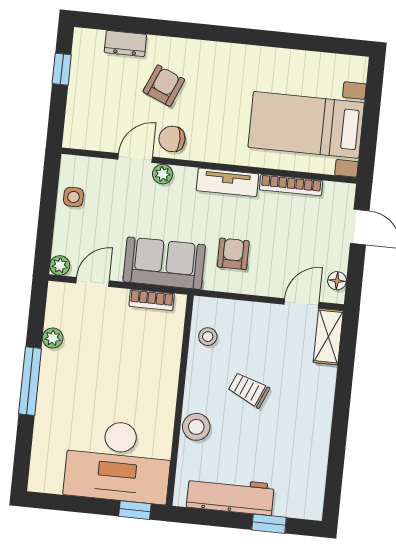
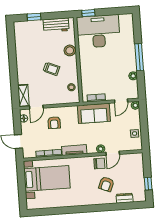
armchair: (233, 254) -> (54, 123), moved
workbench: (230, 496) -> (56, 25), width x0.73

